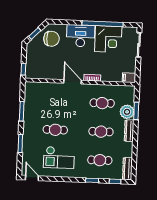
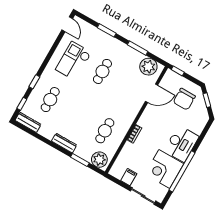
chair: (51, 39) -> (184, 99), moved
filing cabinet: (129, 78) -> (129, 177), moved
door: (73, 82) -> (152, 93), moved
plant: (32, 95) -> (148, 67), added
plant: (127, 112) -> (99, 160), moved
cafe table: (101, 132) -> (78, 115), removed
door: (32, 178) -> (67, 24), hinge flipped

